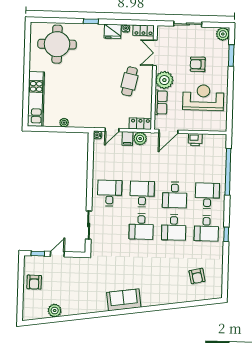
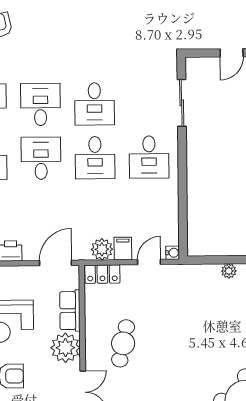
desk: (141, 226) -> (94, 104), turned 180

